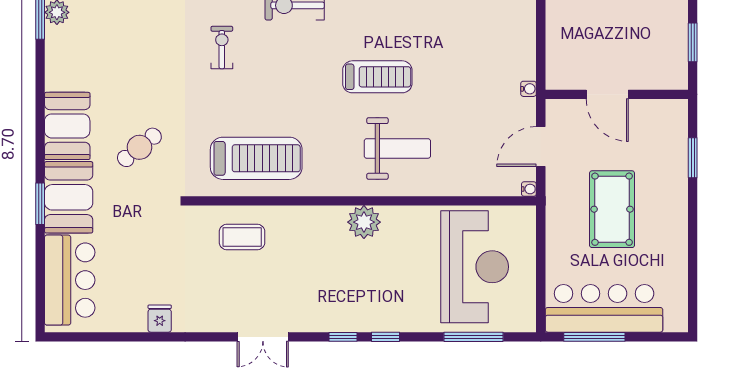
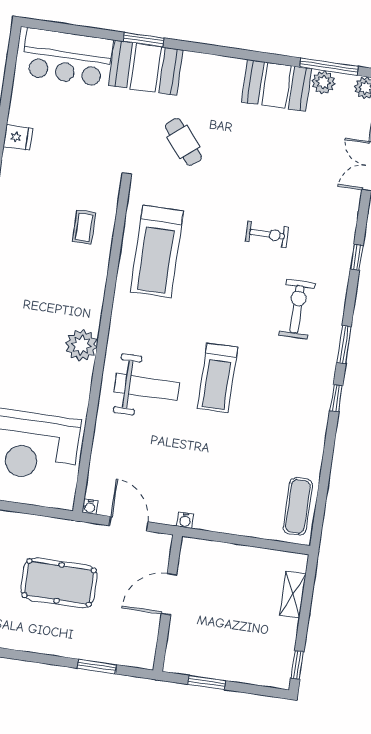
booth: (67, 126) -> (276, 85), moved
weight bench: (397, 148) -> (147, 387), turned -90
coffee table: (242, 237) -> (84, 227), width x0.73, depth x0.77

